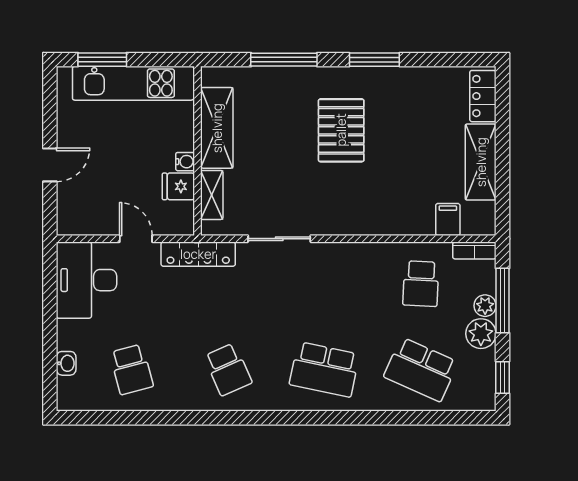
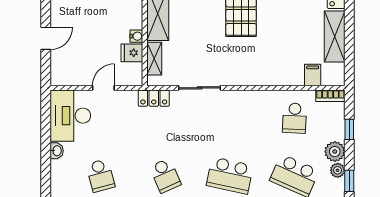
door: (136, 239) -> (103, 88), hinge flipped
locker: (198, 254) -> (154, 98), width x0.66
window: (502, 301) -> (349, 129), width x0.46
plant: (485, 306) -> (338, 170), moved
washbasin: (66, 363) -> (57, 151), moved

